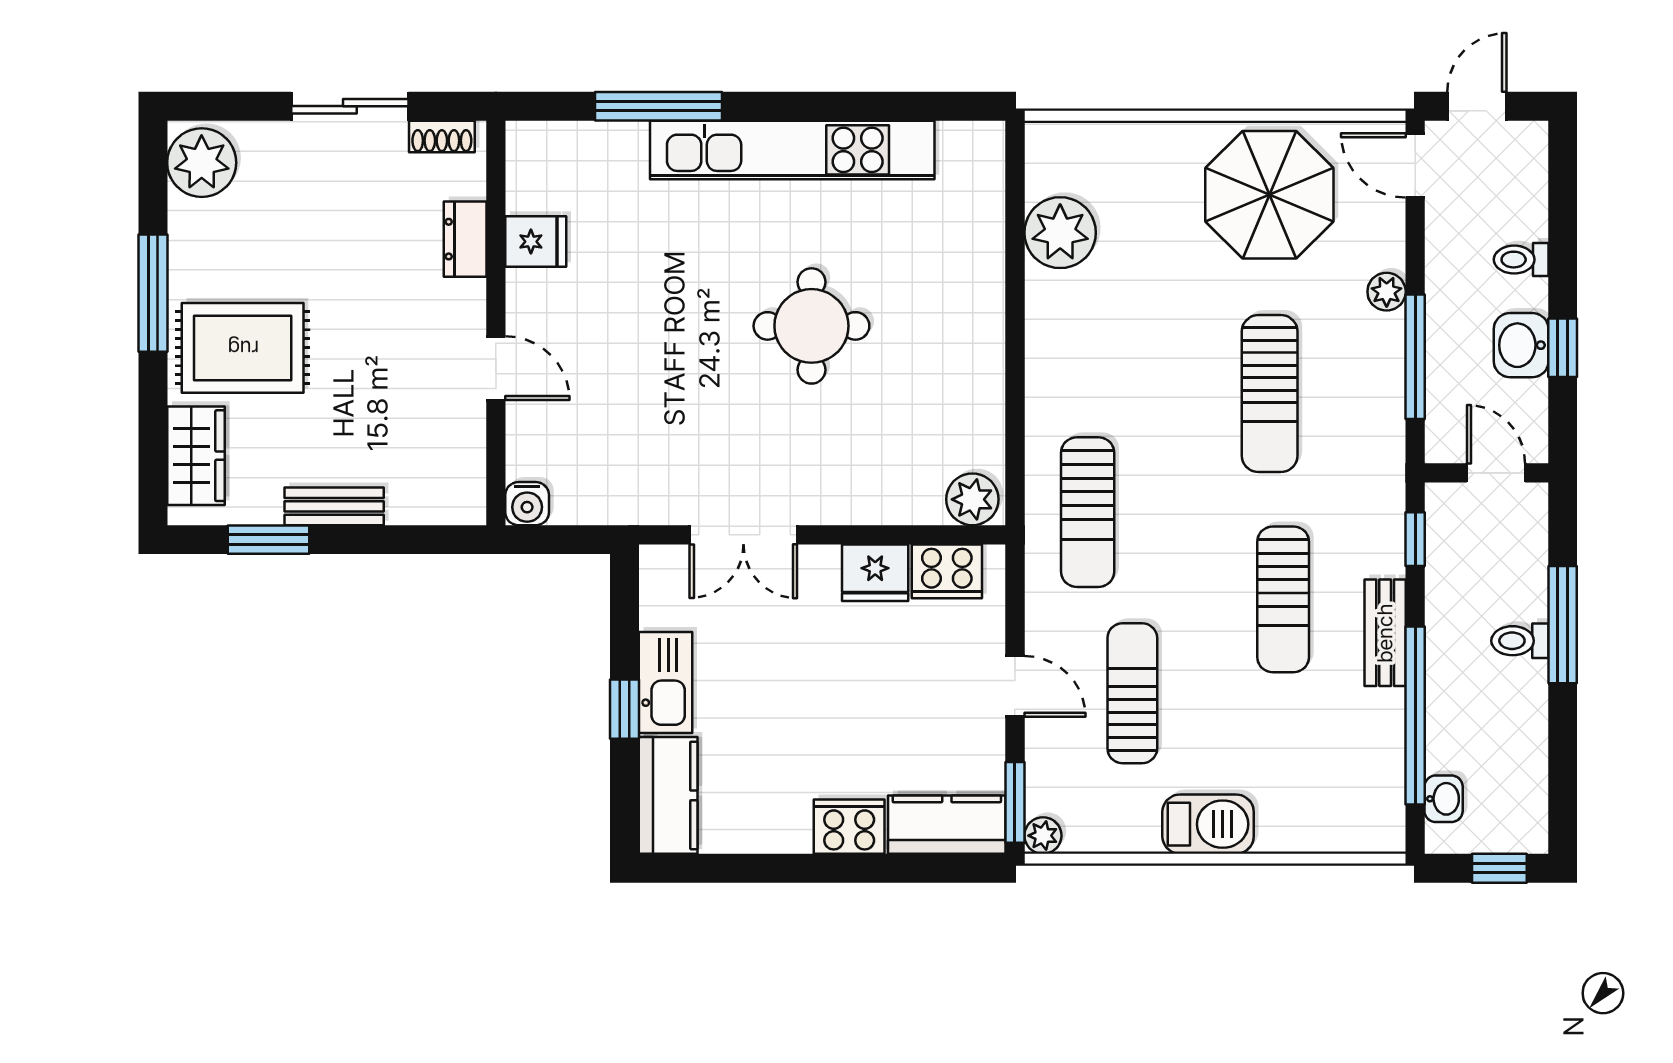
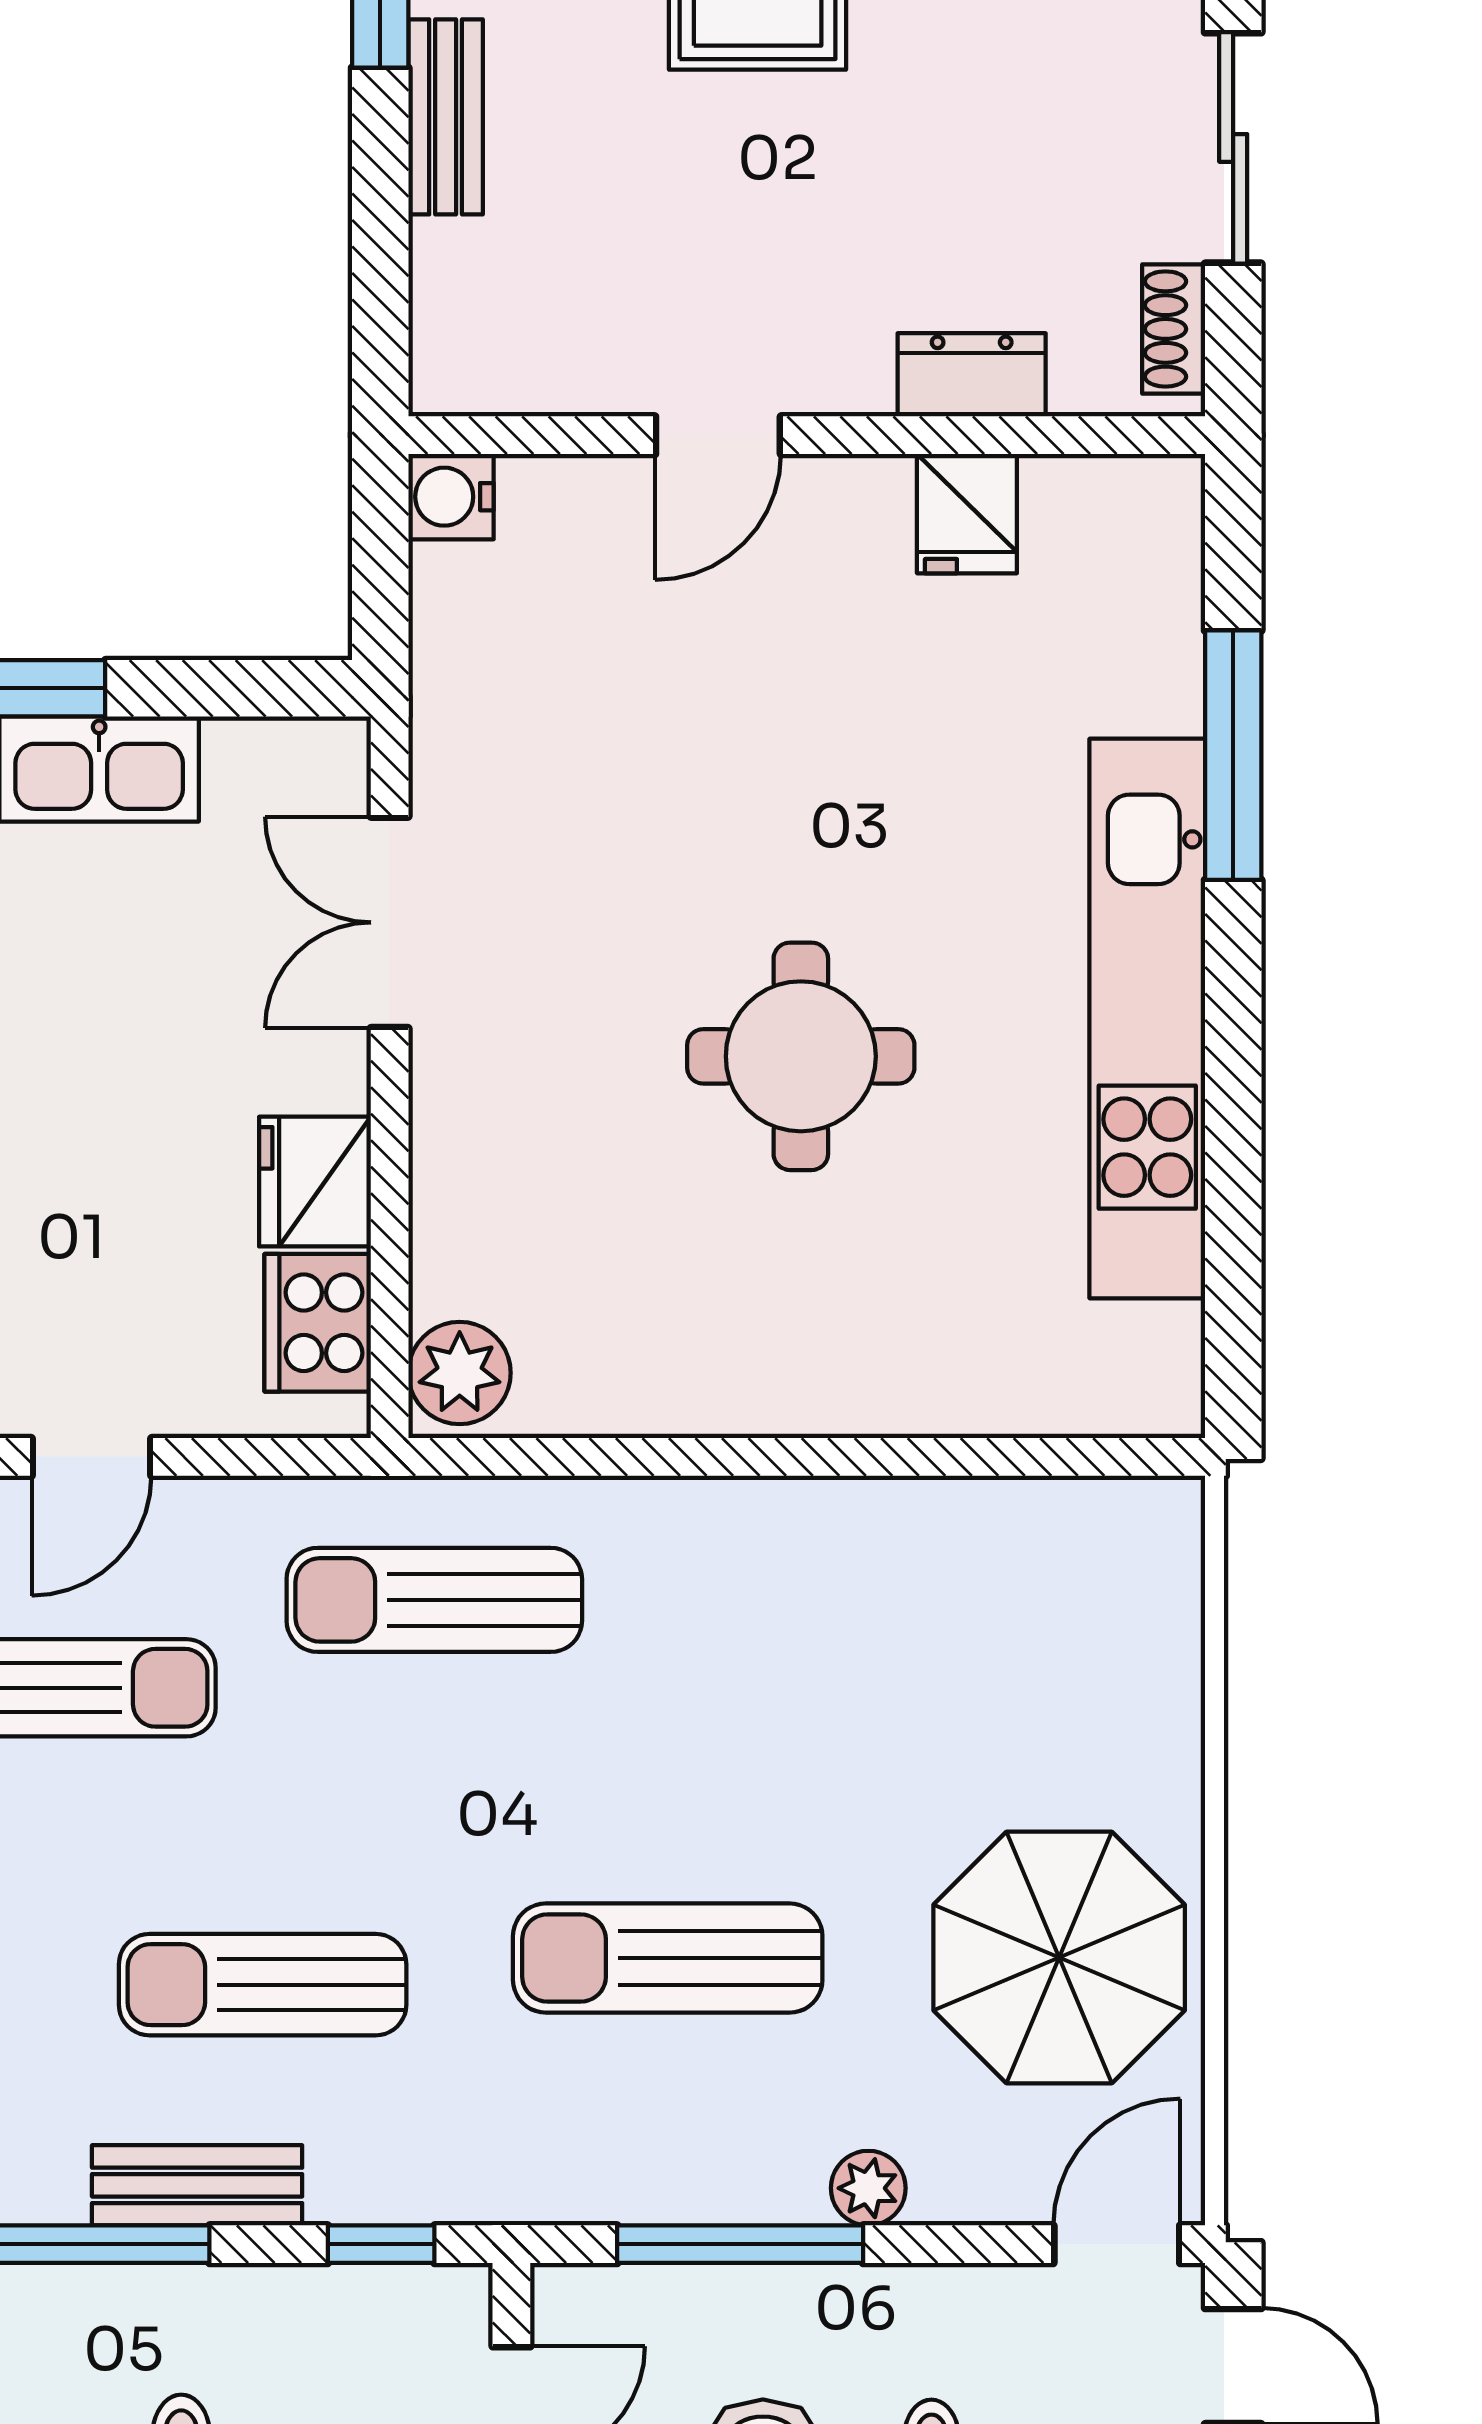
plant: (1060, 233) -> (984, 1546), removed

